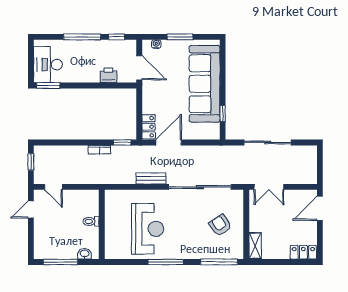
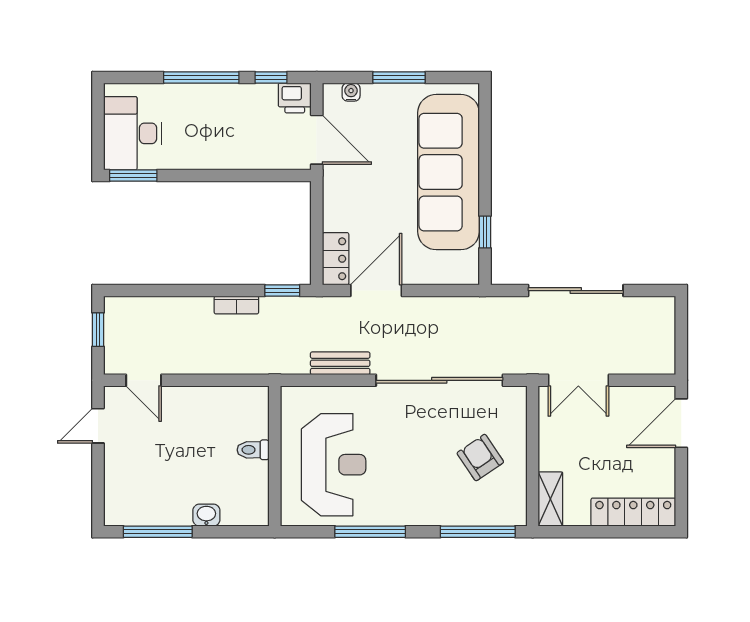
printer: (108, 75) -> (295, 98), moved, turned 180
toilet: (91, 221) -> (253, 450), moved
wall: (102, 224) -> (275, 456), moved
locker: (303, 252) -> (633, 512), width x1.53

